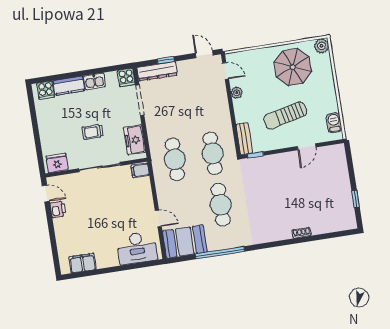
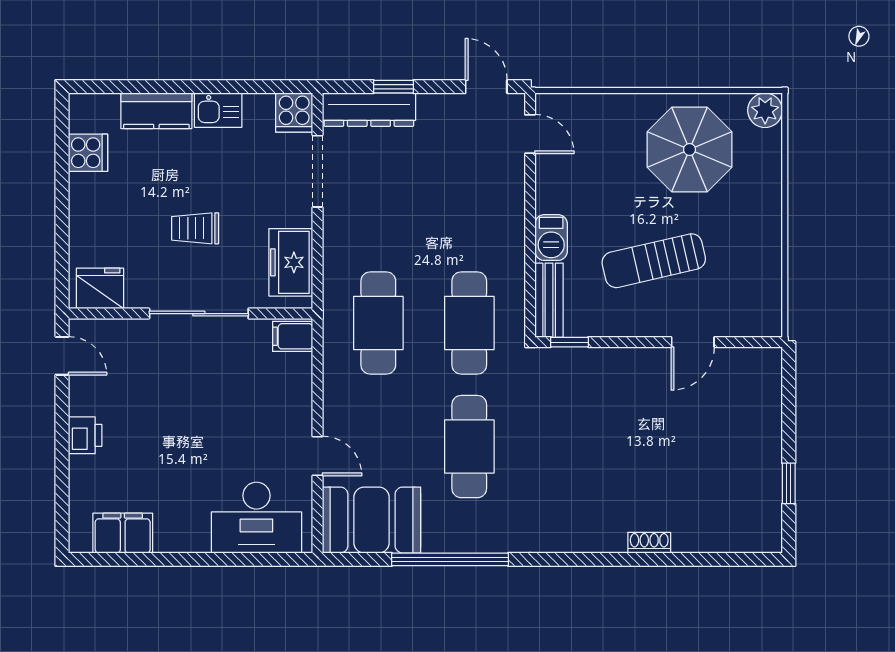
cooker: (46, 90) -> (88, 153), moved, turned -90
plant: (237, 93) -> (548, 189), removed
barbecue: (334, 123) -> (551, 238), moved, turned 180
printer: (58, 209) -> (85, 435), moved

